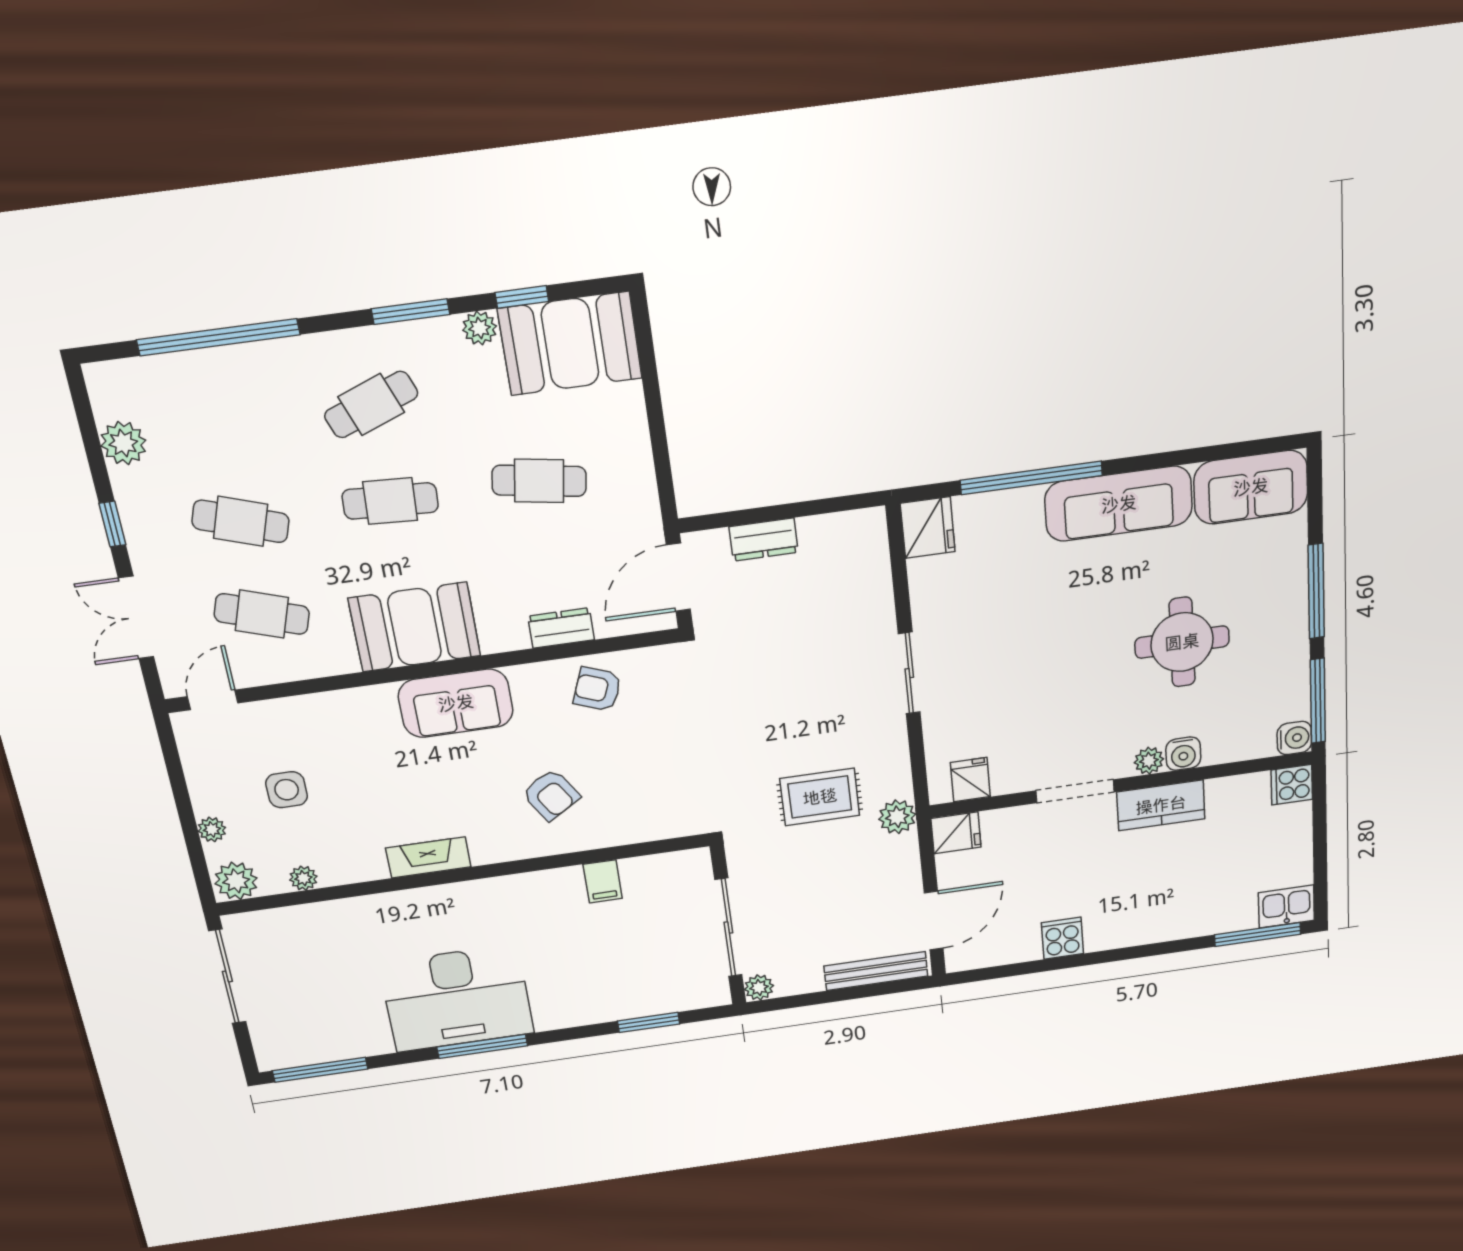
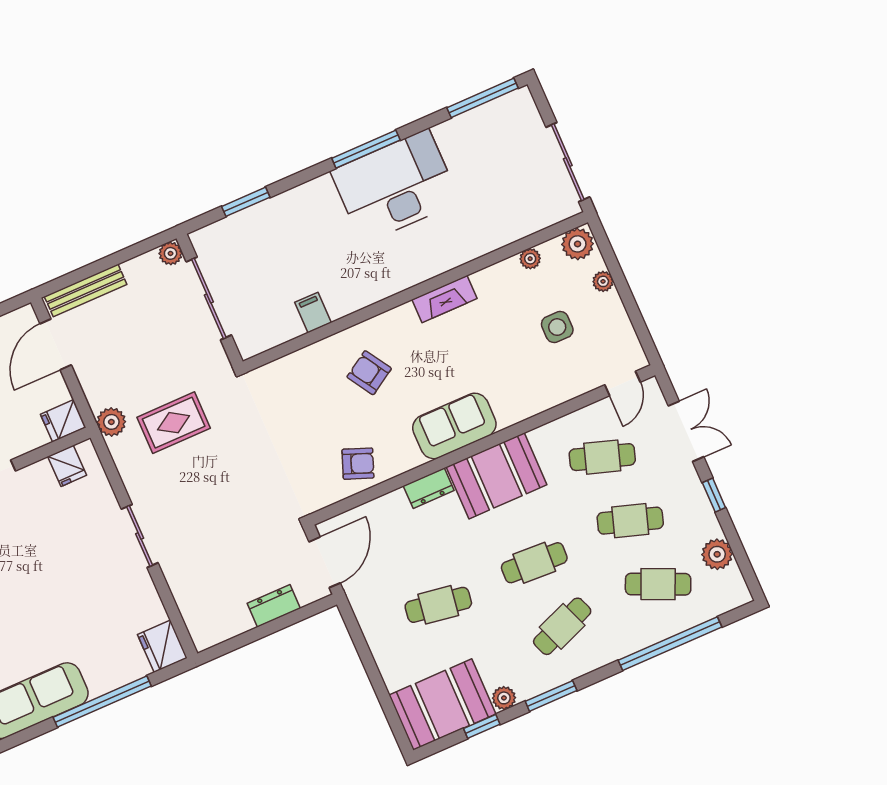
cafe table: (219, 425) -> (658, 584), added
dresser: (561, 628) -> (429, 488), moved

